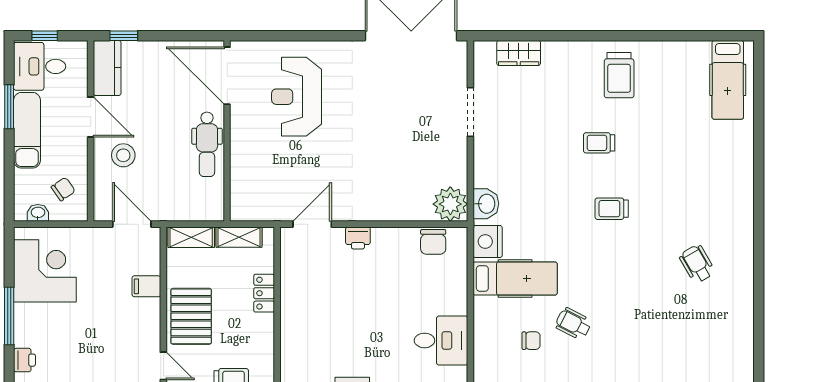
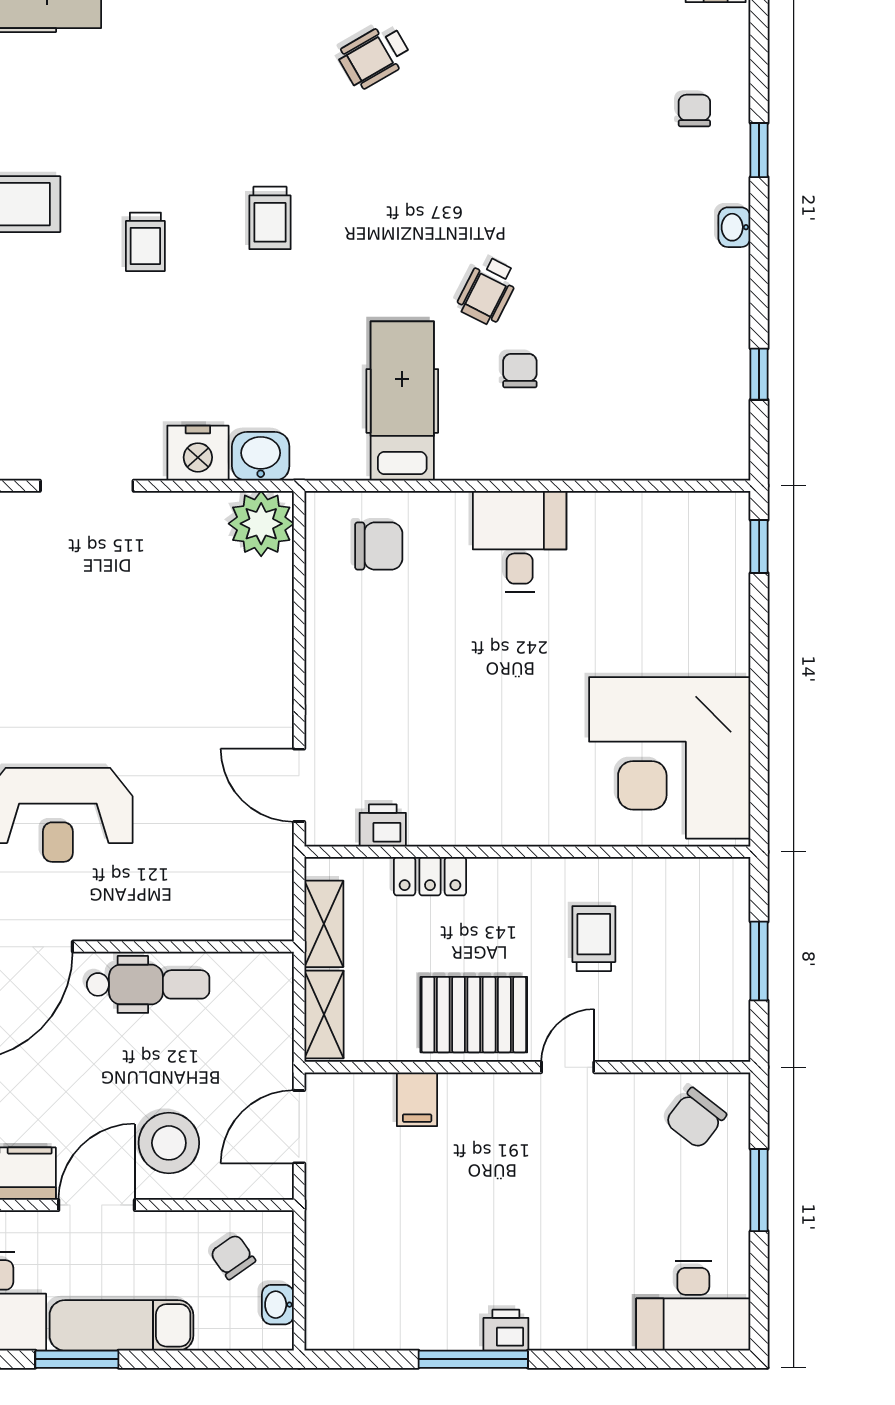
stool: (123, 155) -> (169, 1143), width x1.38, depth x1.38
printer: (358, 238) -> (383, 826), moved, turned -90
chair: (433, 242) -> (379, 546), moved
nightstand: (488, 242) -> (198, 453), moved
corner desk: (45, 271) -> (388, 1291), removed
printer: (24, 360) -> (506, 1330), moved

